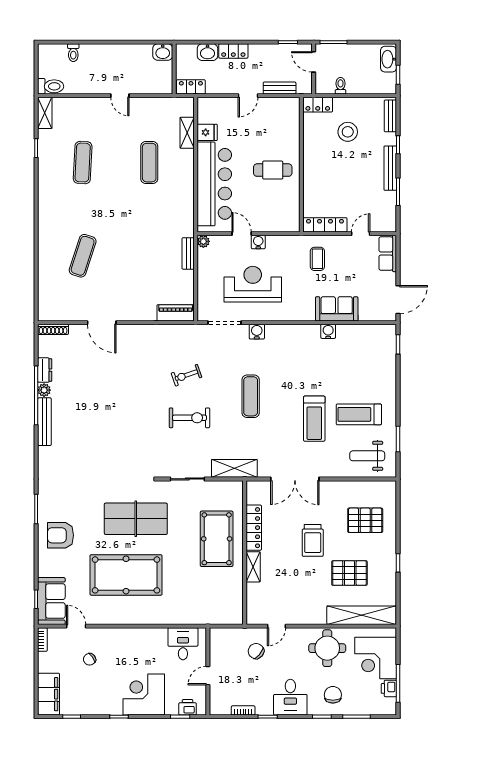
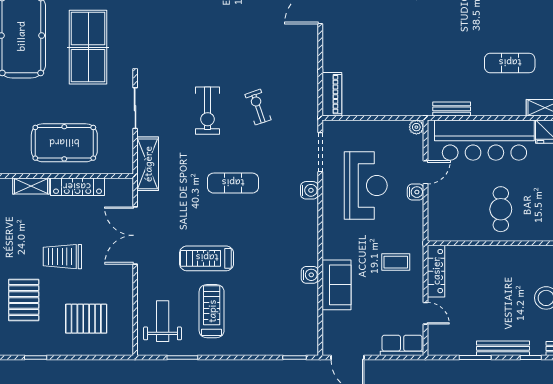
bench: (188, 253) -> (452, 109), moved
pallet: (365, 520) -> (86, 319), turned 90

